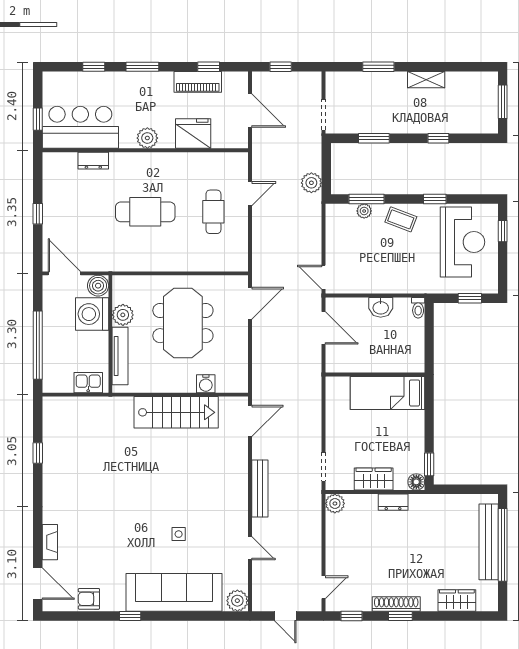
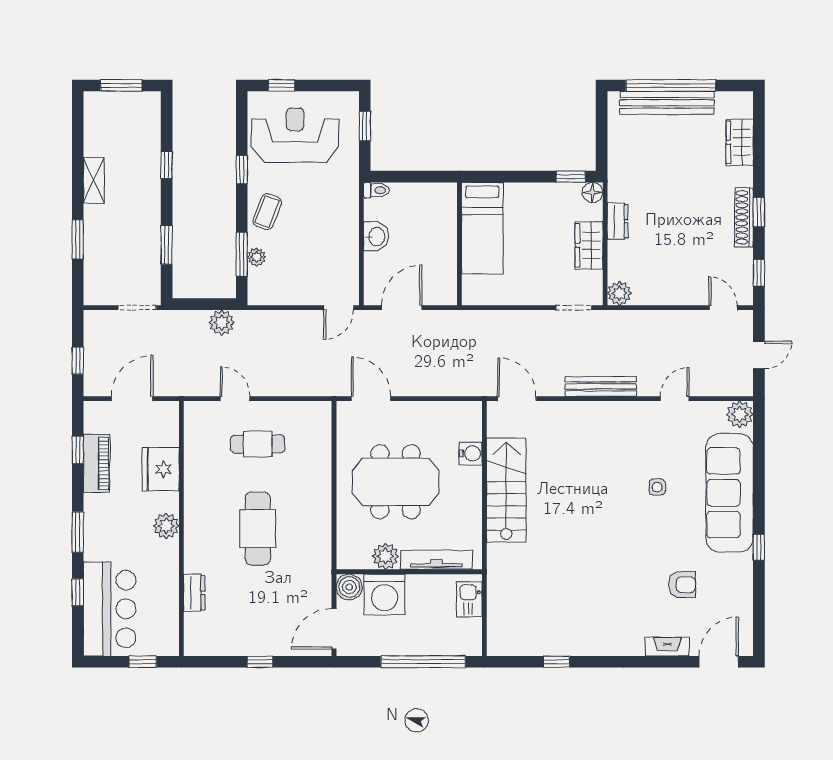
bar counter: (80, 127) -> (110, 609), moved, turned 180
armchair: (89, 599) -> (682, 585), moved, turned -90

